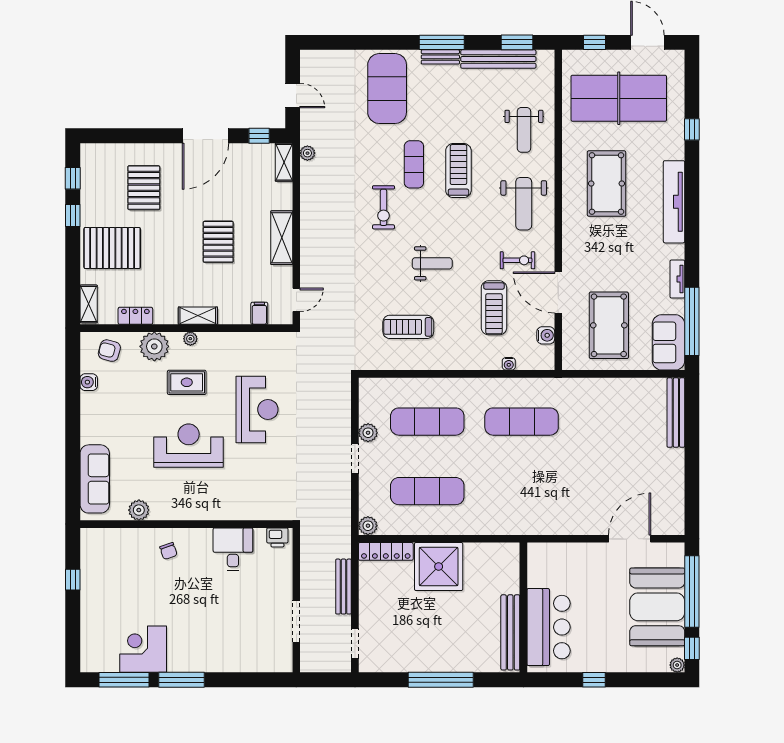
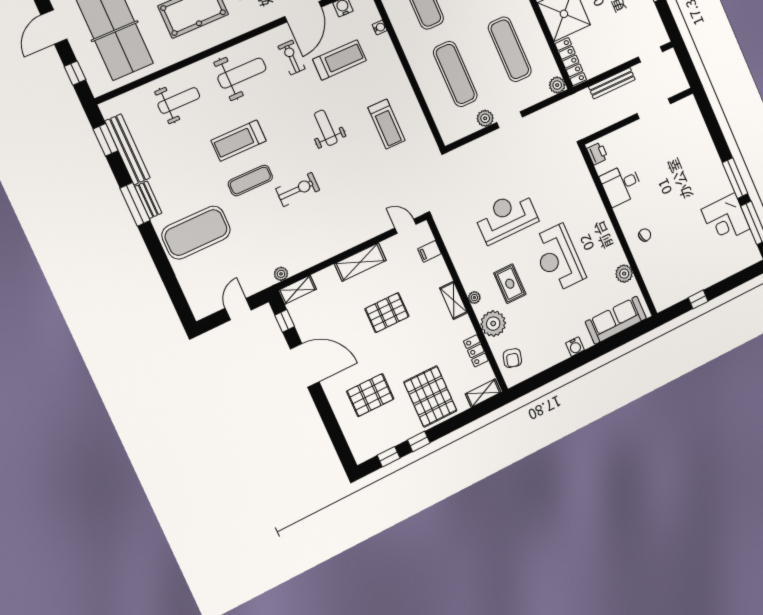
water cooler: (89, 382) -> (575, 347), moved

